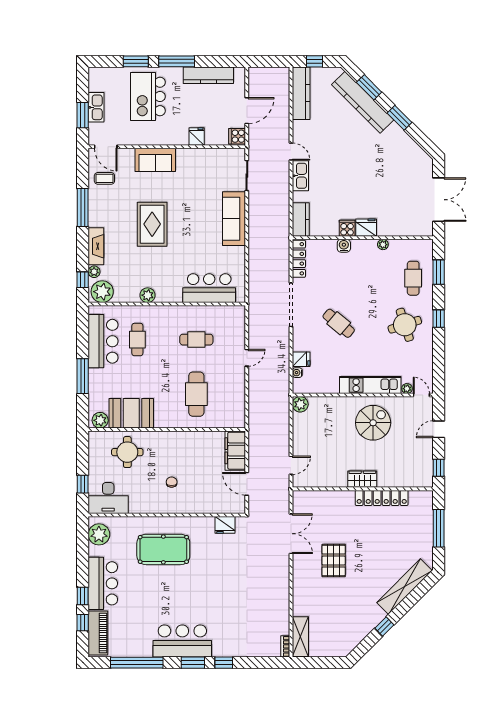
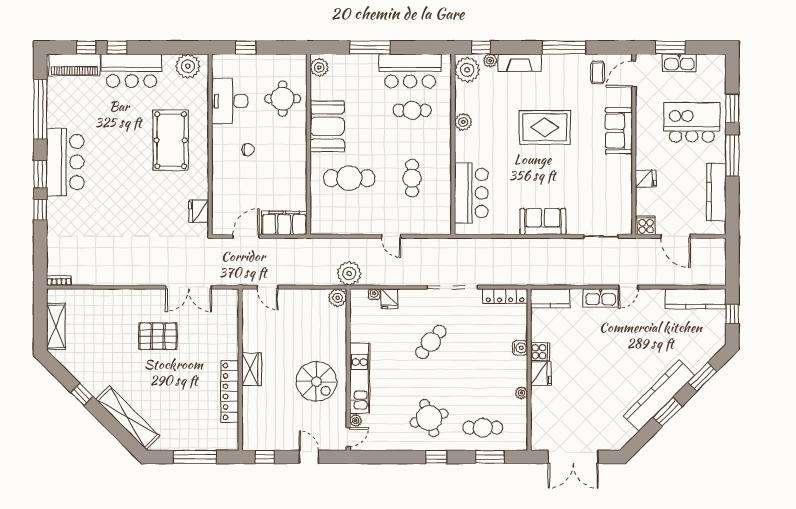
kitchen counter: (363, 102) -> (659, 396), moved
sofa: (234, 219) -> (543, 222), width x0.73
plant: (279, 394) -> (349, 273), added
booth: (131, 413) -> (327, 126), moved
desk: (108, 498) -> (230, 101), moved
shelving: (300, 637) -> (56, 326), moved, turned 90

